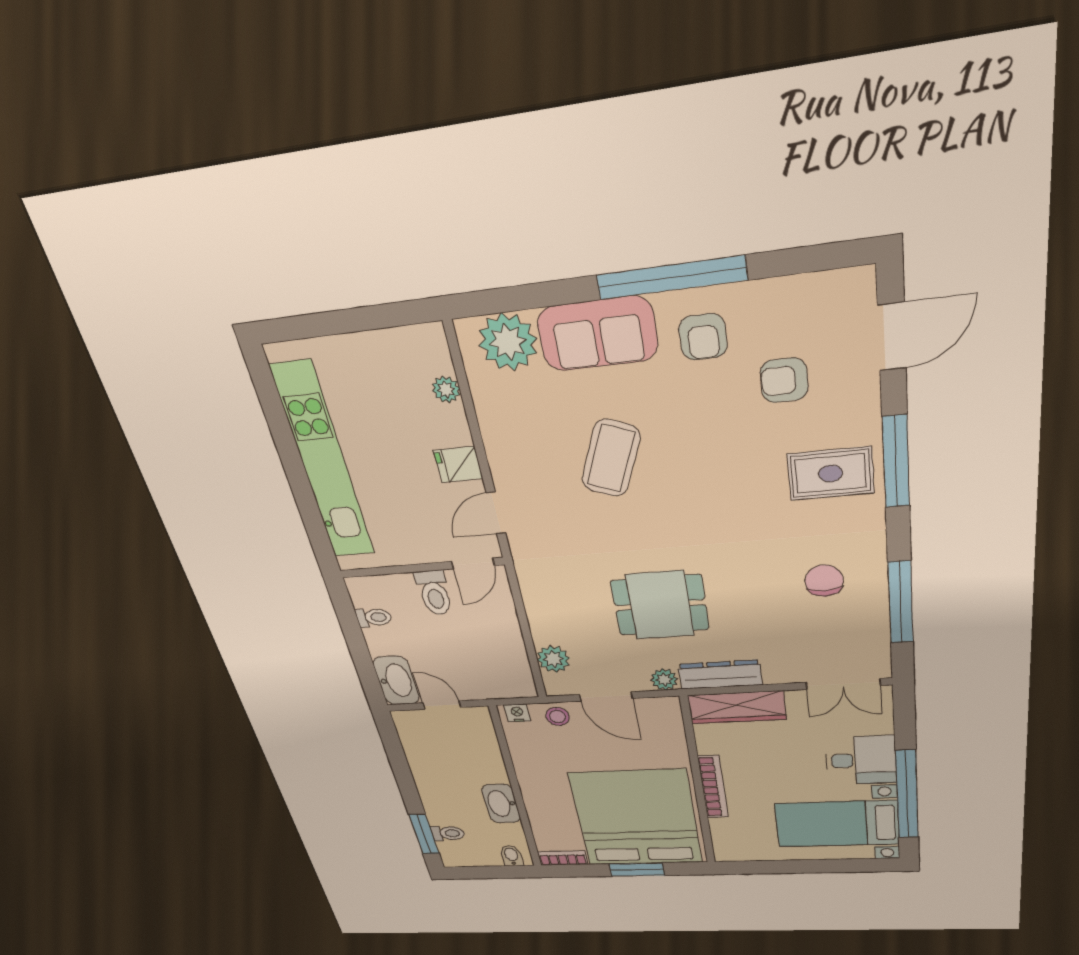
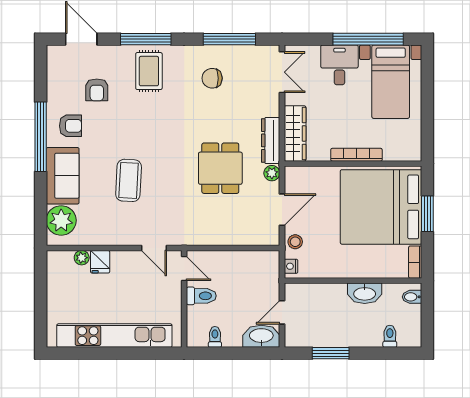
coffee table: (611, 458) -> (129, 180), turned 71
fridge: (458, 465) -> (100, 262), moved
plant: (553, 659) -> (253, 236), removed
window: (424, 834) -> (331, 353), moved

